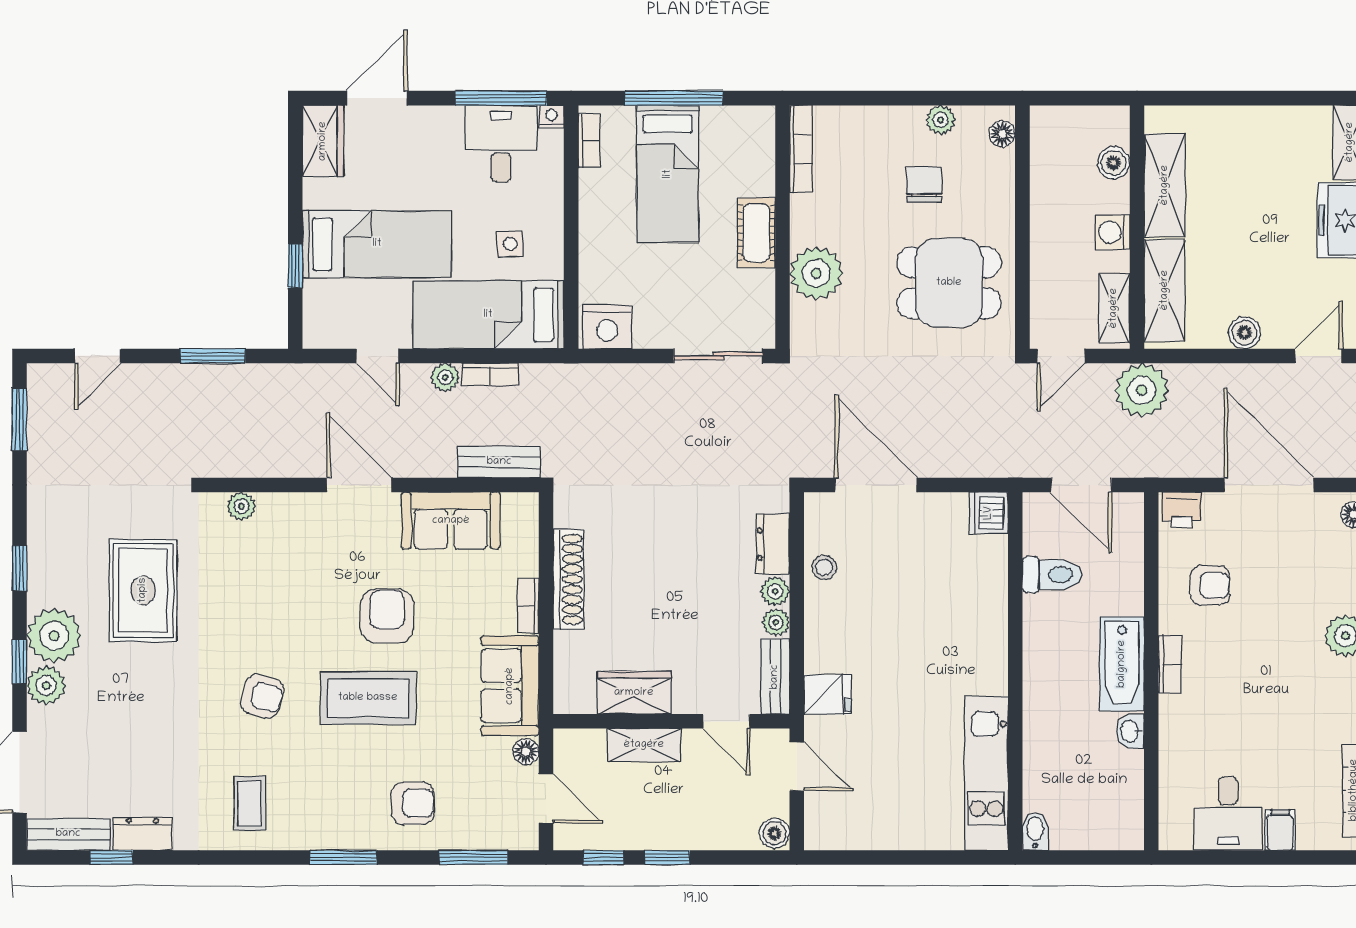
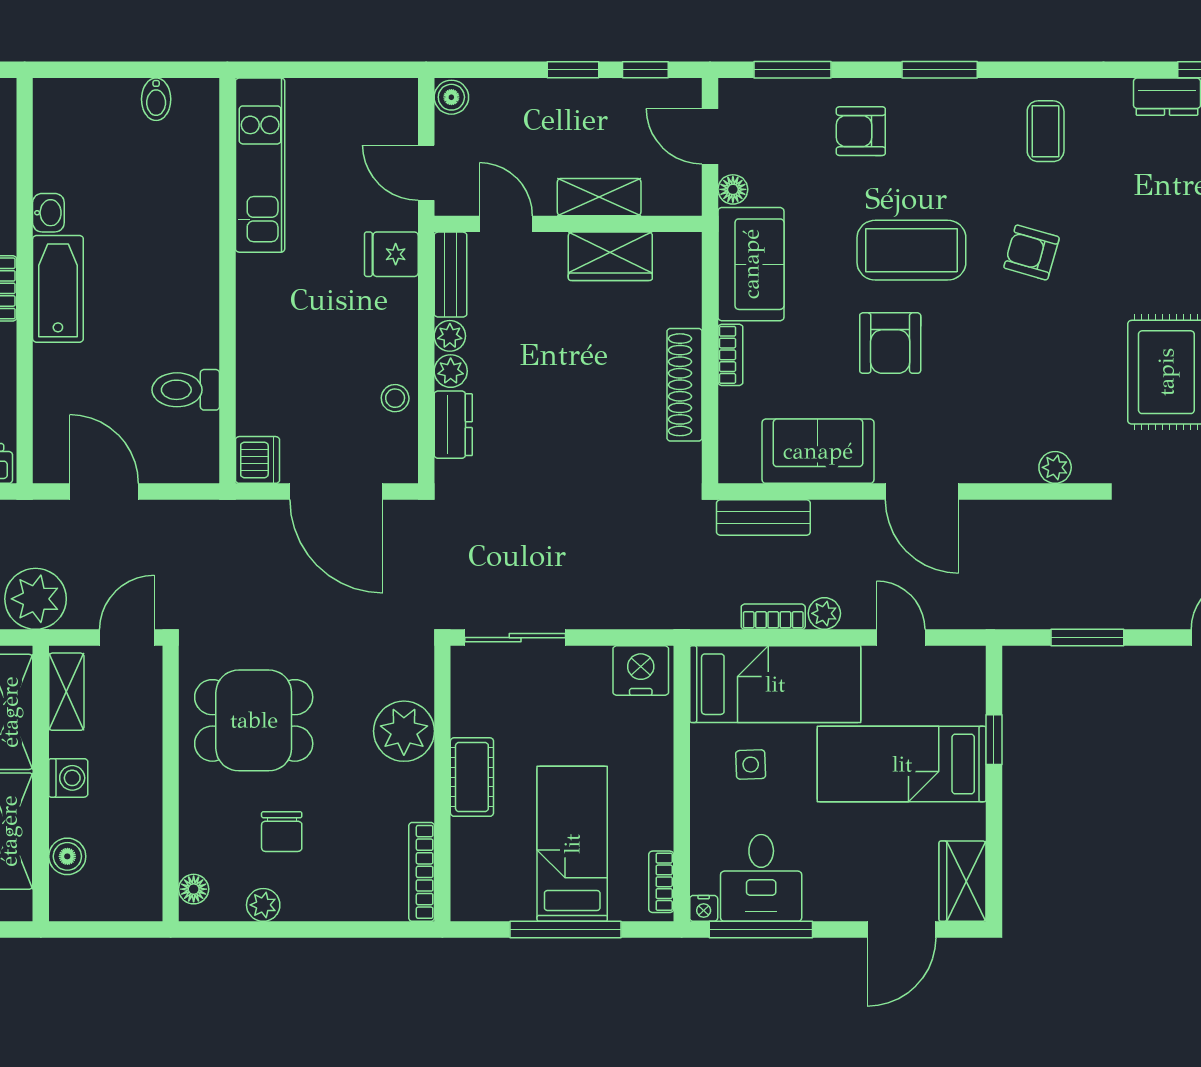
dishwasher: (989, 513) -> (257, 460), moved
toilet: (1052, 575) -> (186, 390), moved
wall: (1015, 671) -> (227, 281), moved
kitchen unit: (986, 773) -> (260, 165), moved

